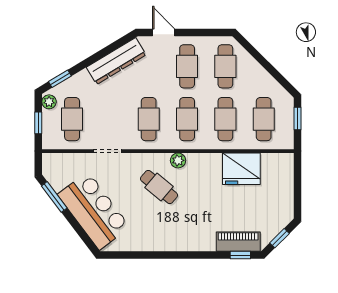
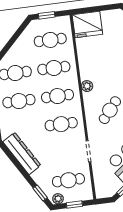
plant: (178, 160) -> (87, 86), moved
fridge: (241, 169) -> (87, 25), moved, turned 90

